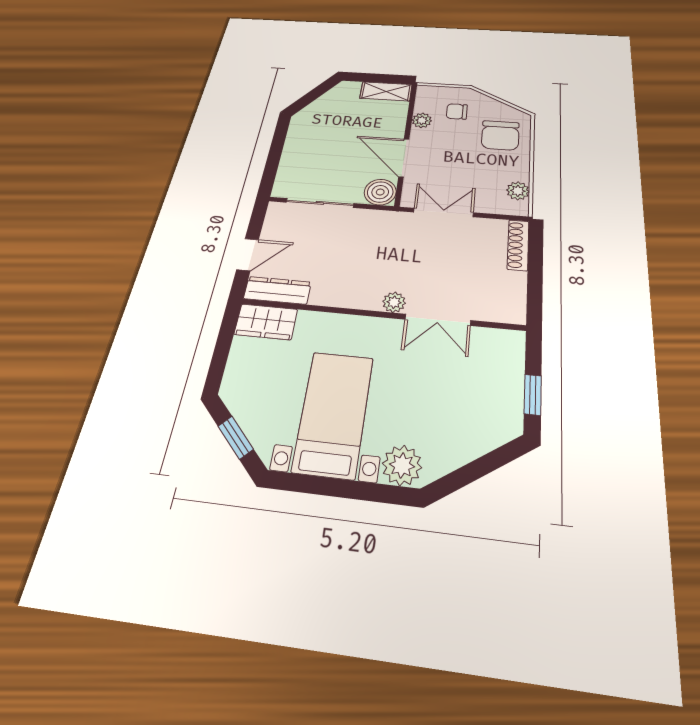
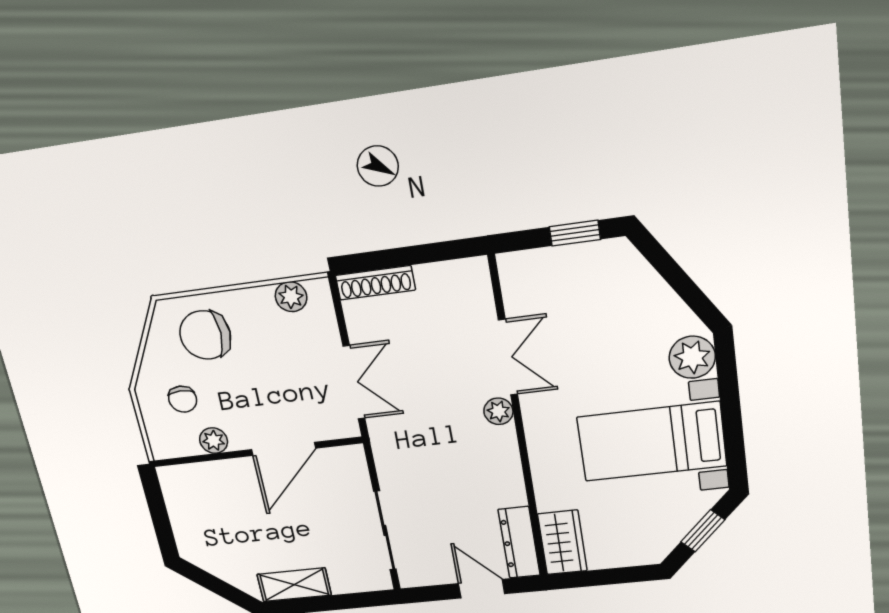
shelving: (386, 91) -> (294, 585), moved, turned 90
chair: (500, 135) -> (205, 335), turned 180
boiler: (380, 192) -> (346, 465), removed
double door: (443, 212) -> (354, 382), swing flipped

